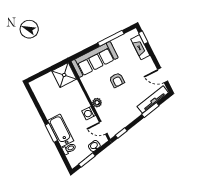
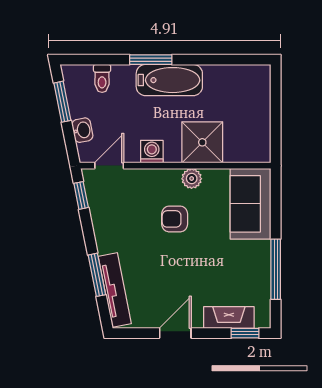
sofa: (95, 59) -> (251, 204), width x0.73
shower: (64, 75) -> (202, 142), moved
door: (163, 75) -> (175, 333), moved
armchair: (117, 80) -> (175, 219), moved
plant: (97, 103) -> (192, 179), moved
bathtub: (61, 131) -> (169, 80), moved

